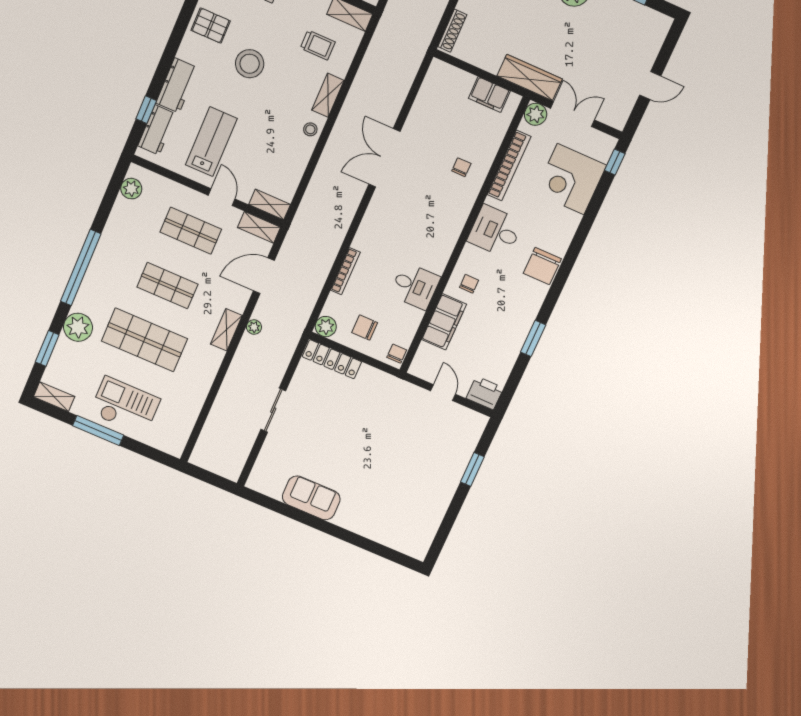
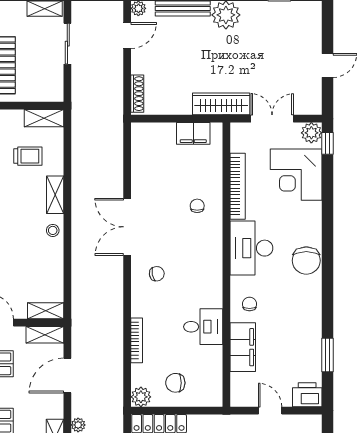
plant: (536, 114) -> (311, 133), moved
desk: (495, 231) -> (251, 248), width x1.37
window: (533, 338) -> (327, 355), moved
chair: (397, 354) -> (157, 274), moved, turned 79

